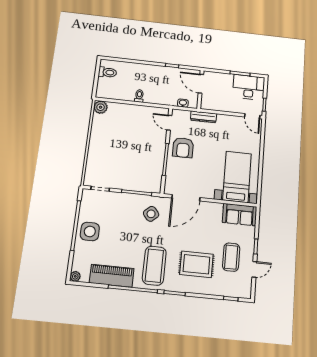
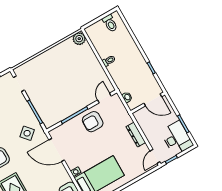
door: (201, 84) -> (153, 100), swing flipped
dresser: (203, 117) -> (136, 135), moved

